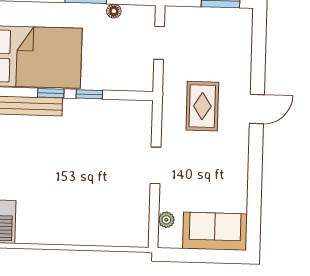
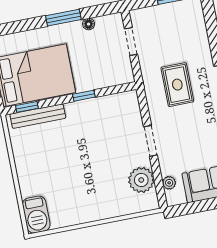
window: (51, 93) -> (27, 107), moved
plant: (134, 209) -> (141, 180), added

